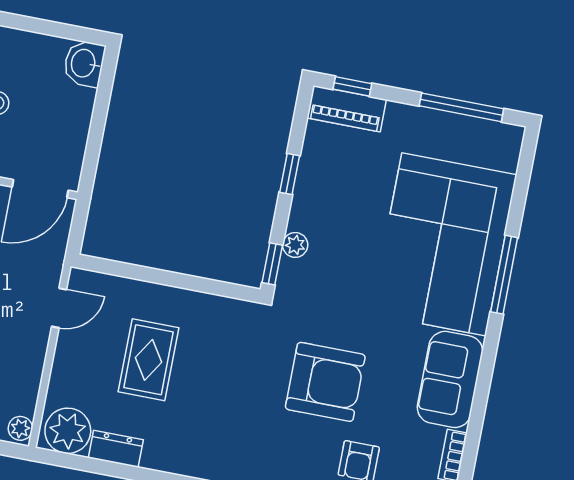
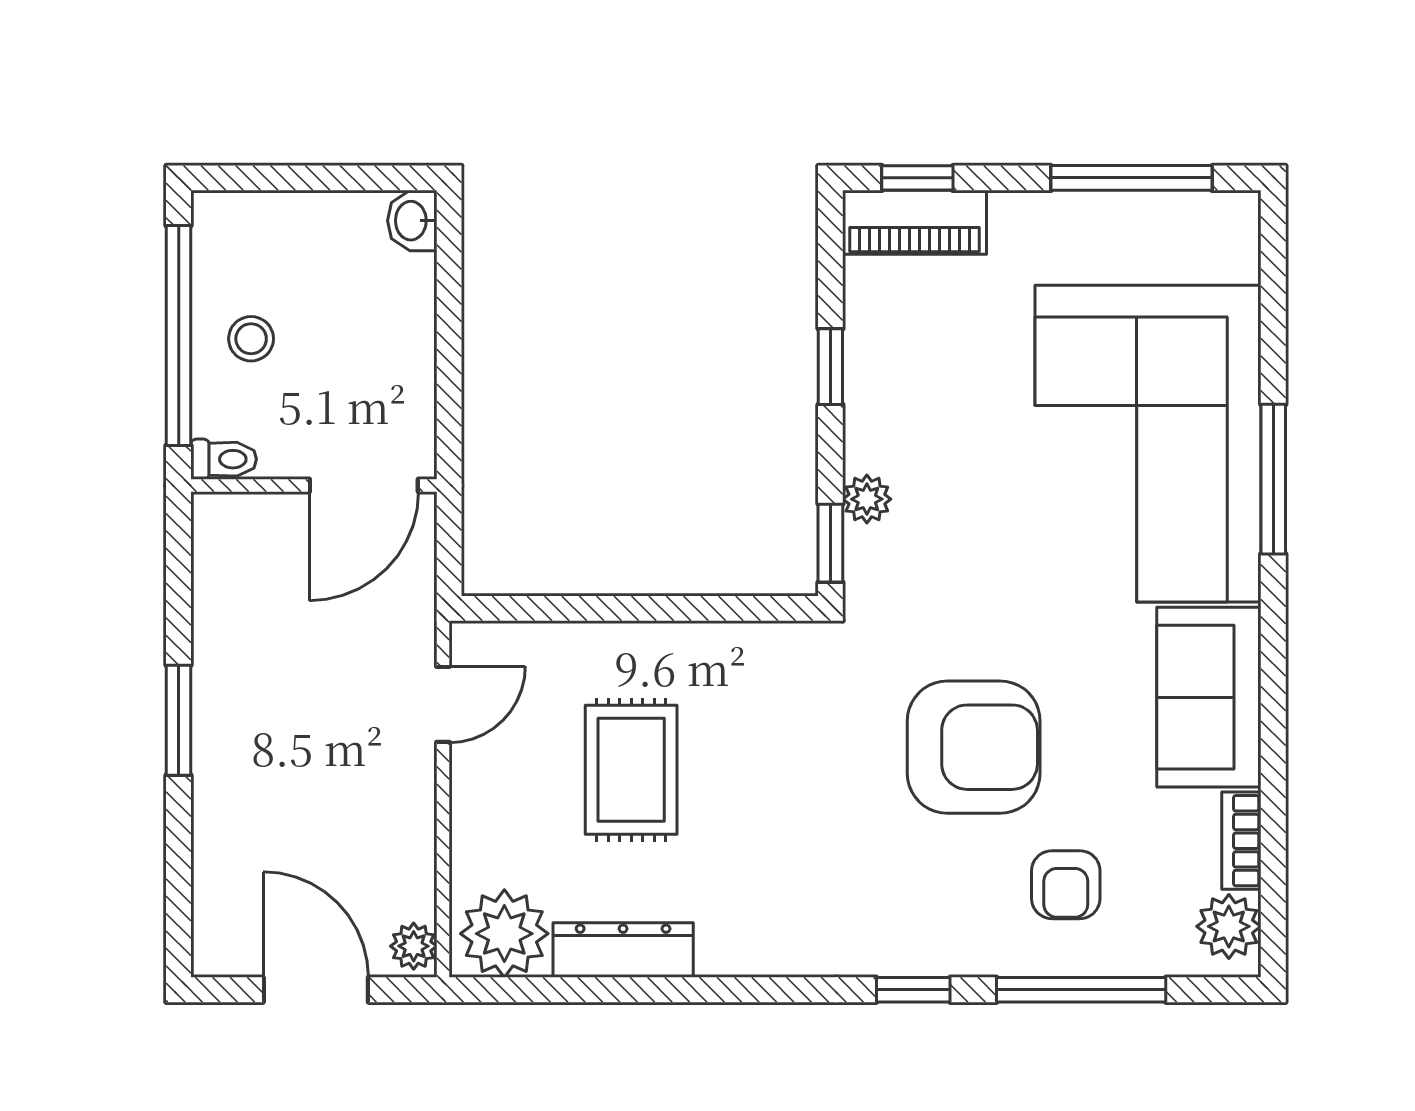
washbasin: (84, 63) -> (412, 221), width x0.72, depth x0.69
dresser: (116, 449) -> (623, 950), width x1.44

